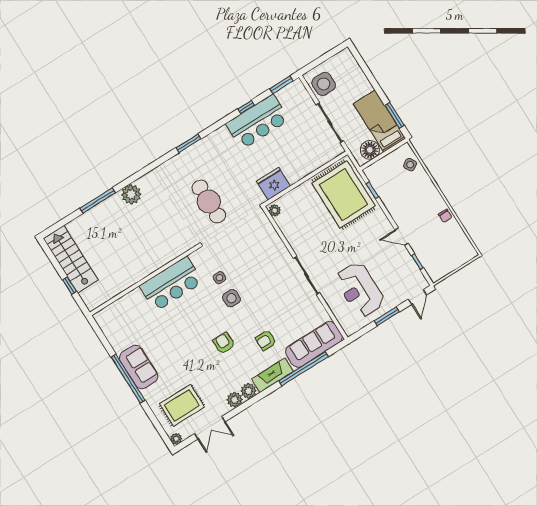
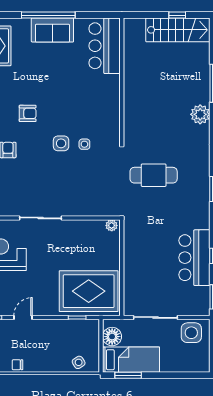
fridge: (273, 184) -> (134, 238), removed
bar counter: (171, 284) -> (105, 46), moved
window: (70, 286) -> (177, 15), moved

